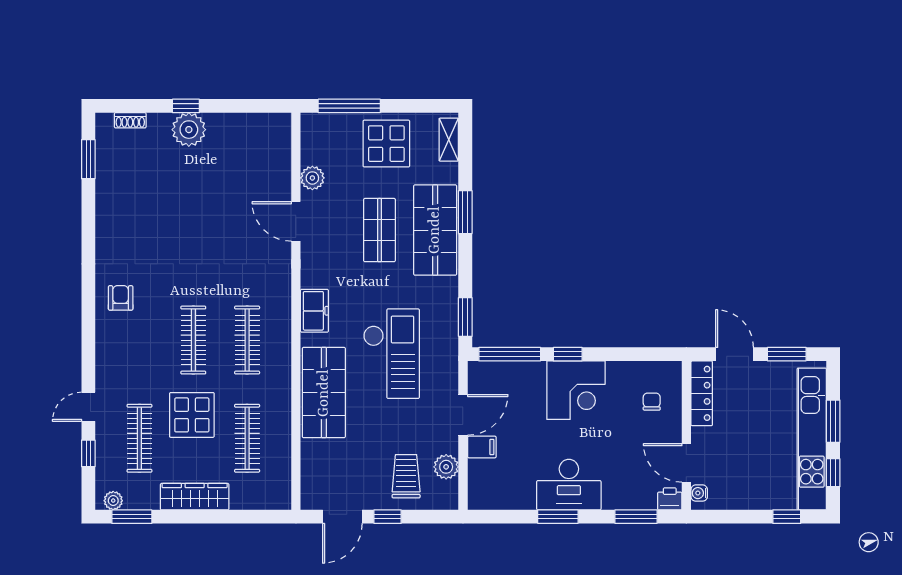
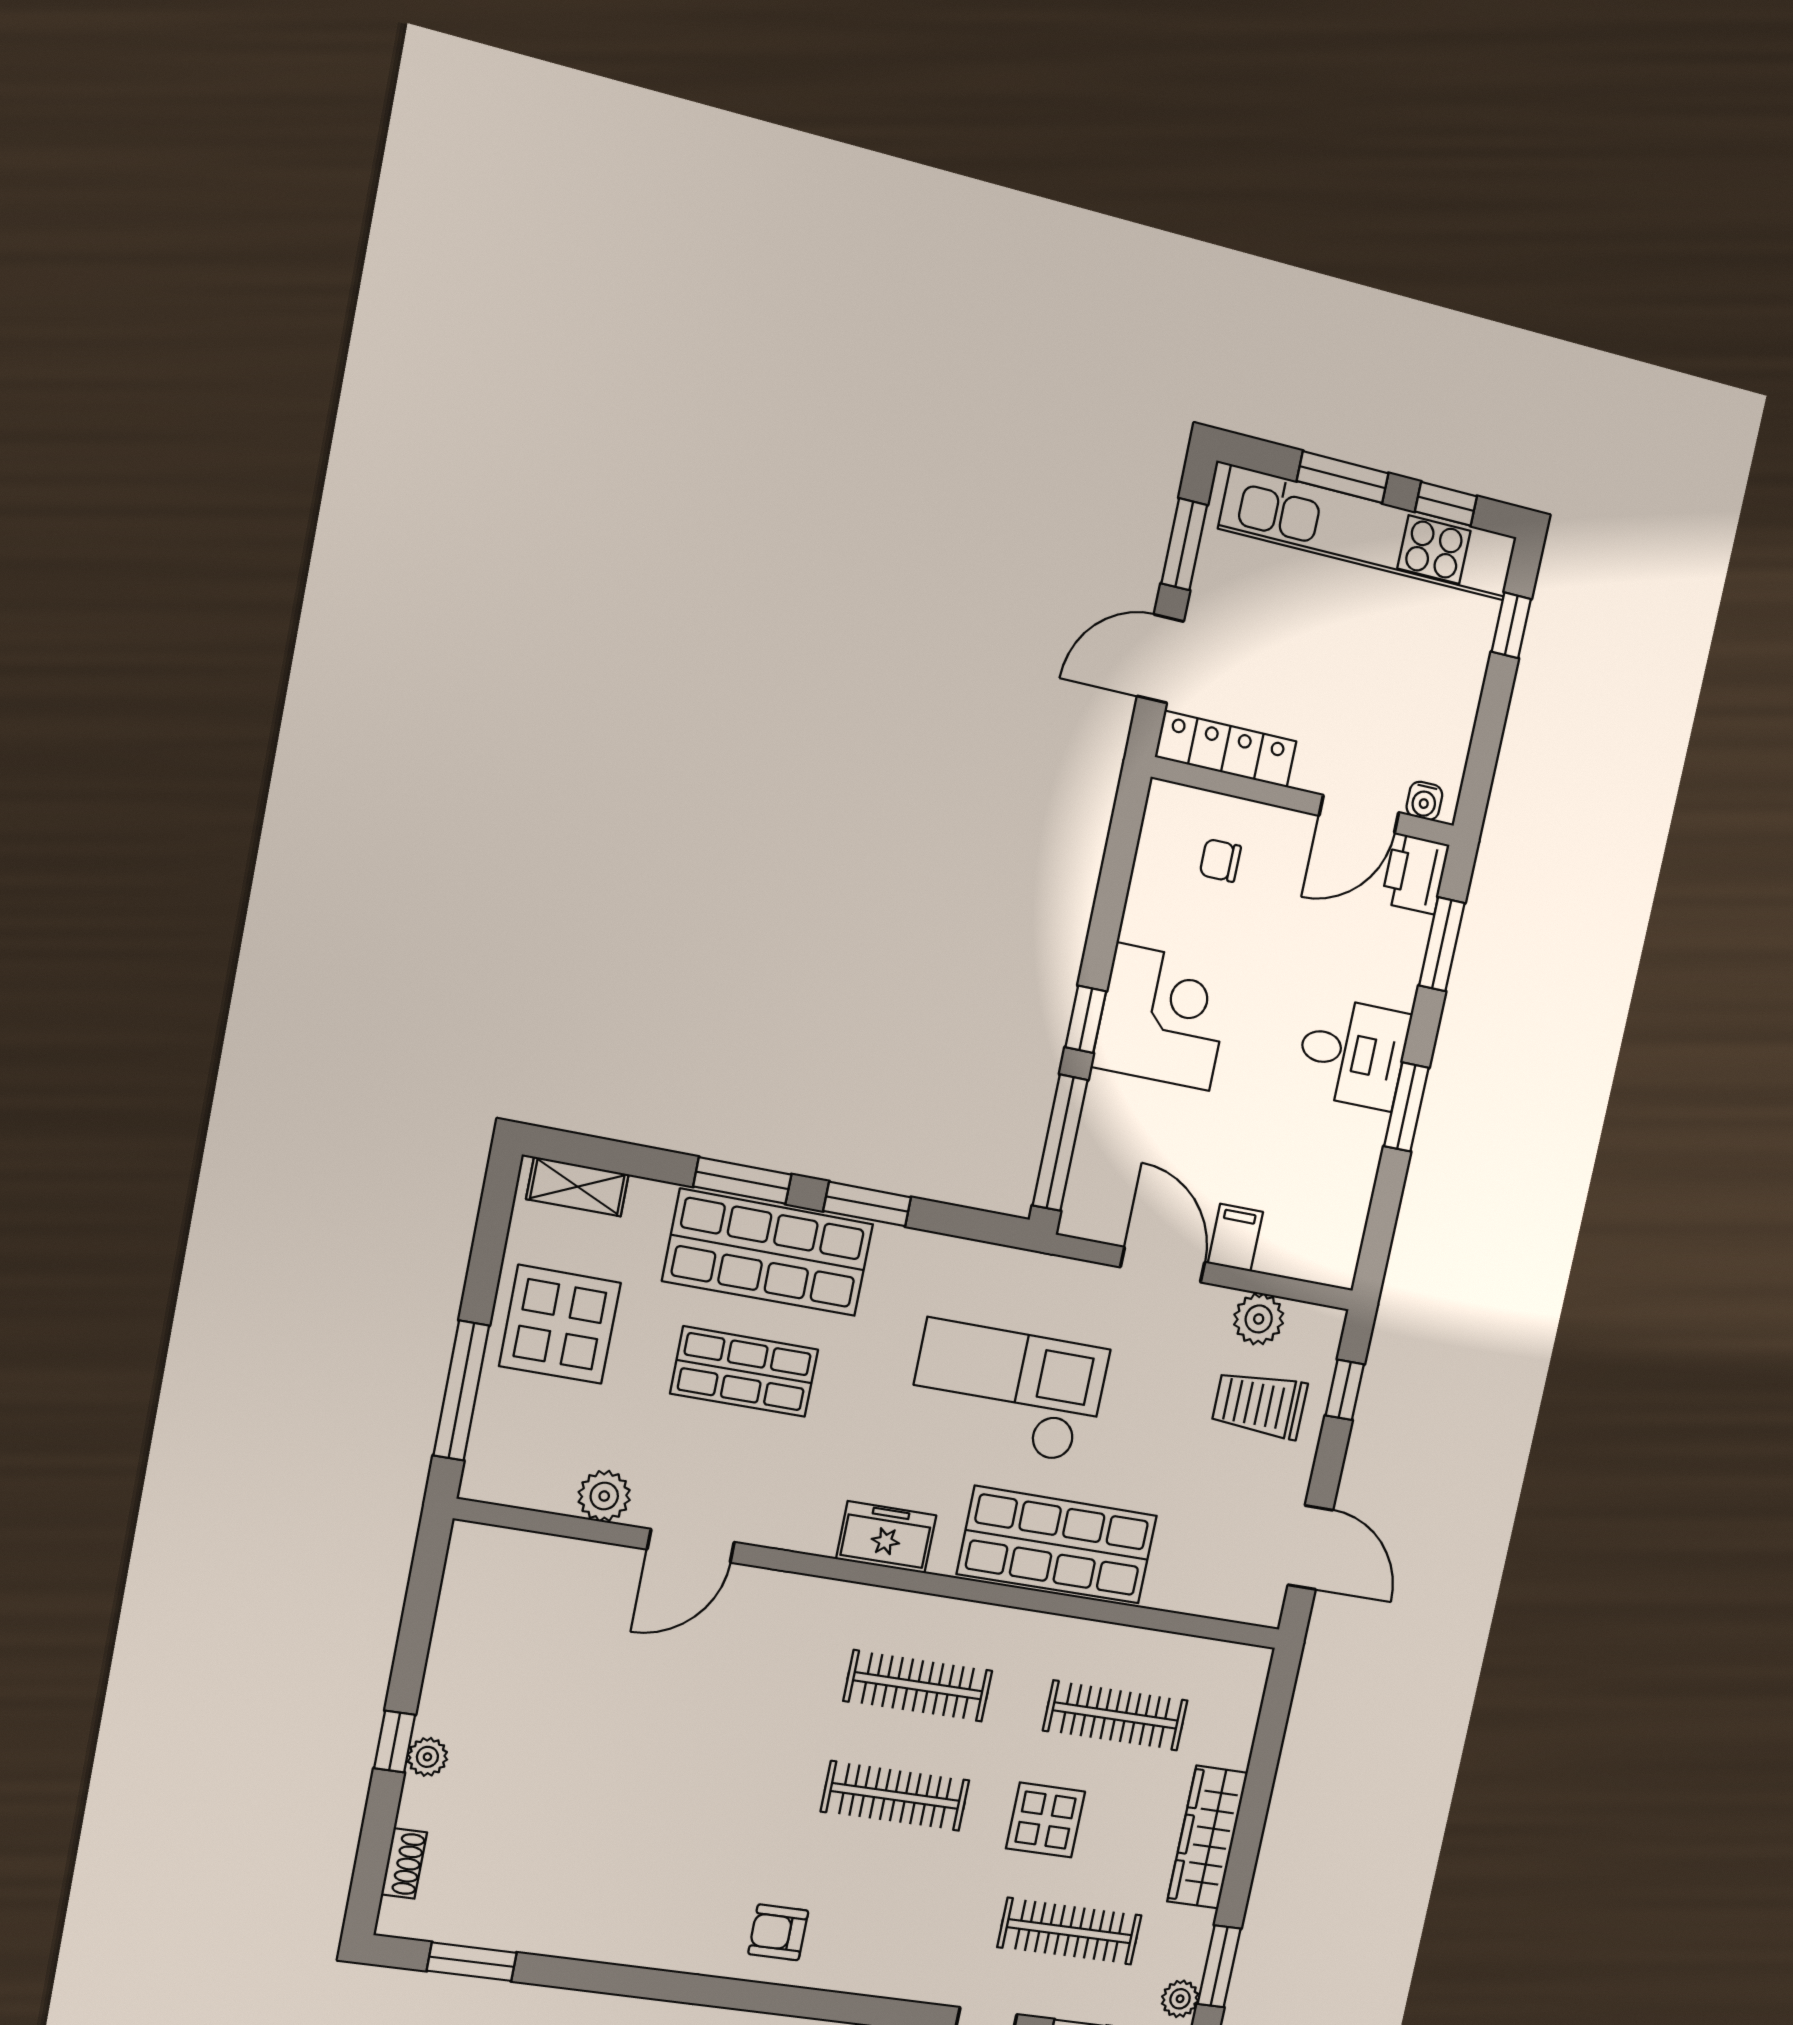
plant: (189, 130) -> (427, 1757), width x0.53, depth x0.53
window: (465, 317) -> (867, 1204), moved
display table: (192, 415) -> (1046, 1820), width x0.73, depth x0.73
desk: (569, 485) -> (1353, 1053), width x0.73
printer: (670, 499) -> (1415, 874), width x1.36, depth x1.24
window: (388, 517) -> (1345, 1390), moved

